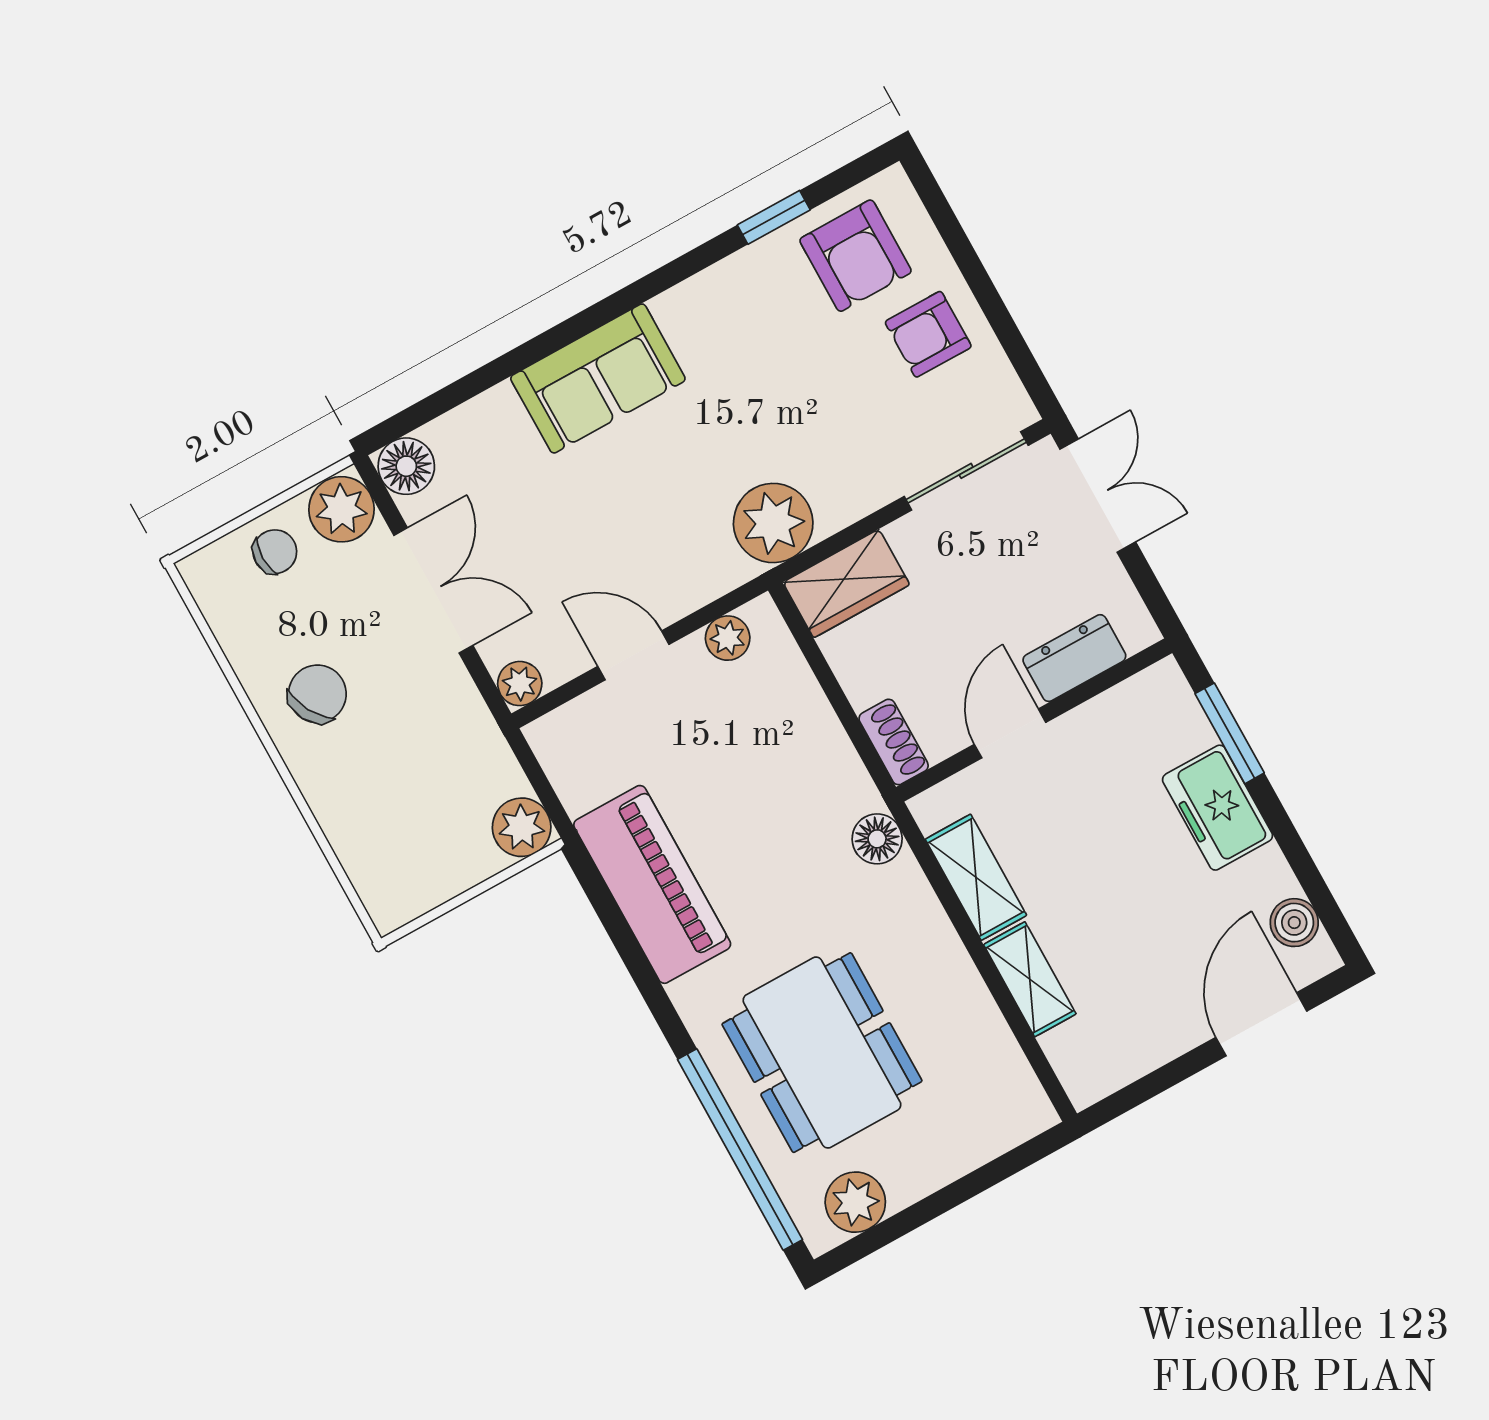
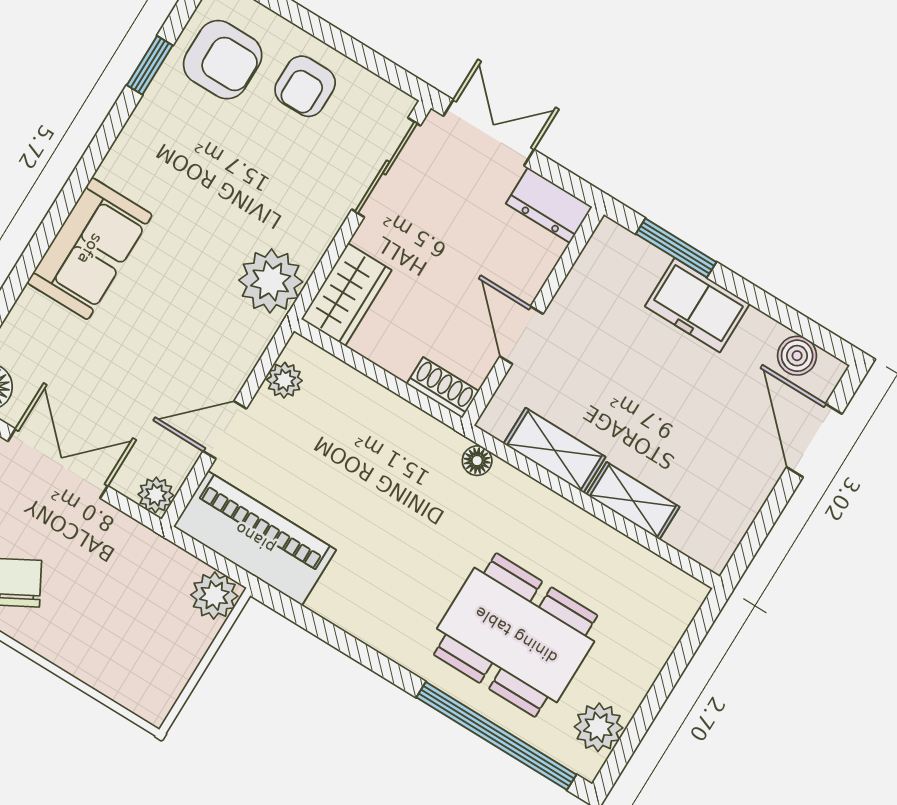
dresser: (1074, 658) -> (549, 205), moved, turned -90
floor lamp: (877, 839) -> (477, 461), width x0.73, depth x0.73
piano: (652, 884) -> (255, 538), moved

